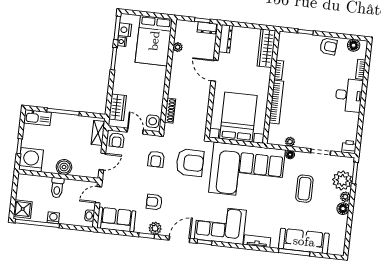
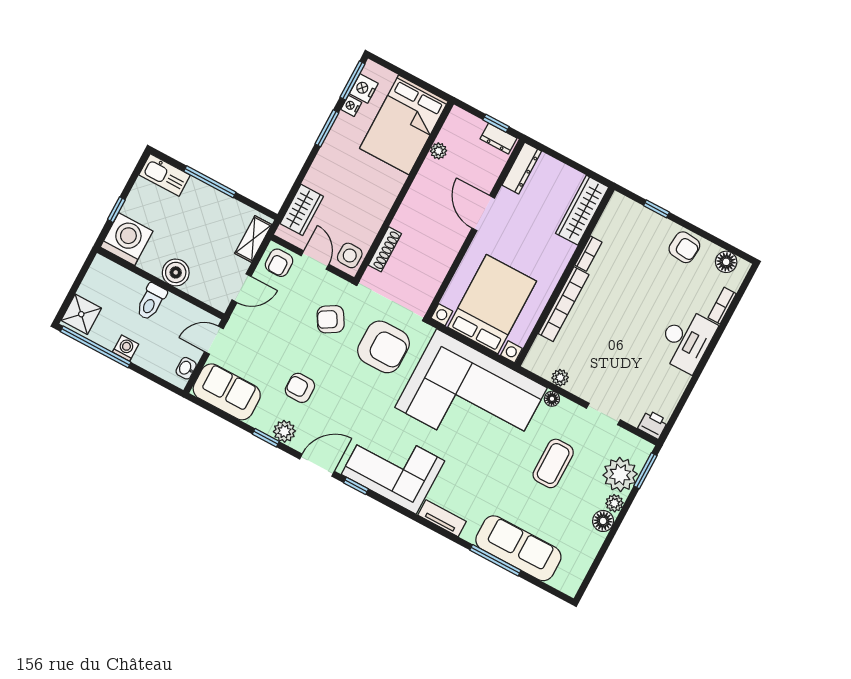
armchair: (156, 159) -> (331, 319), turned 59

